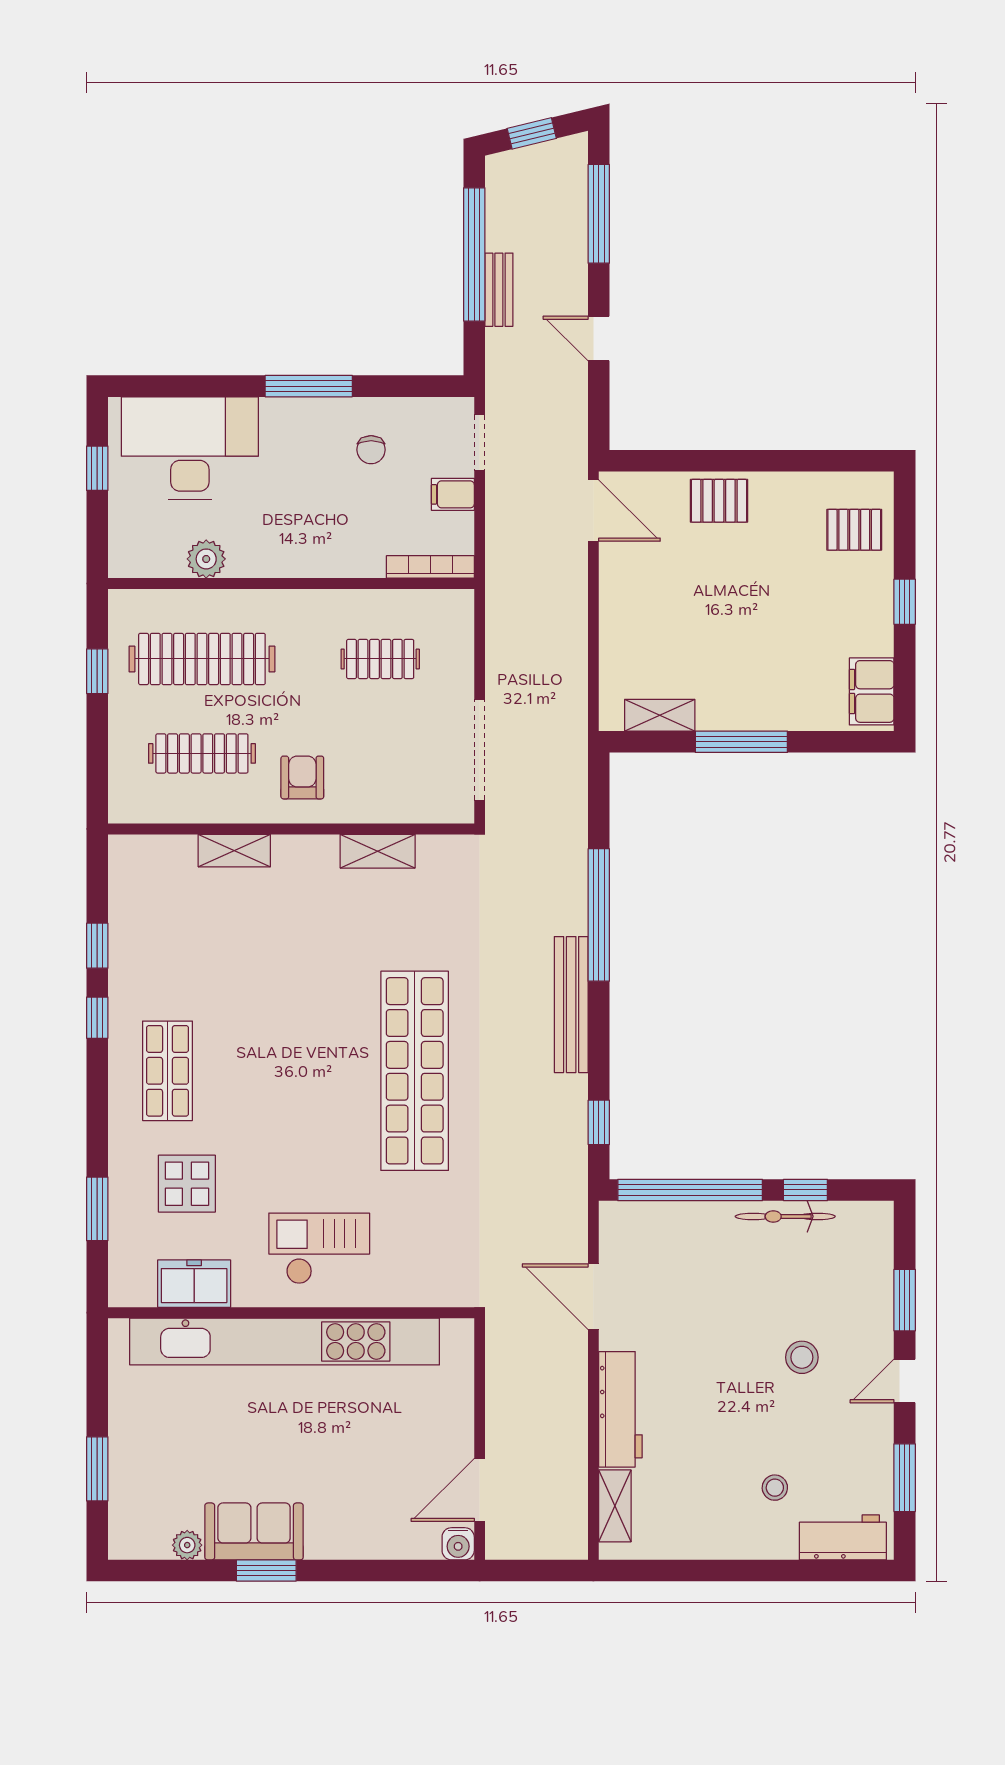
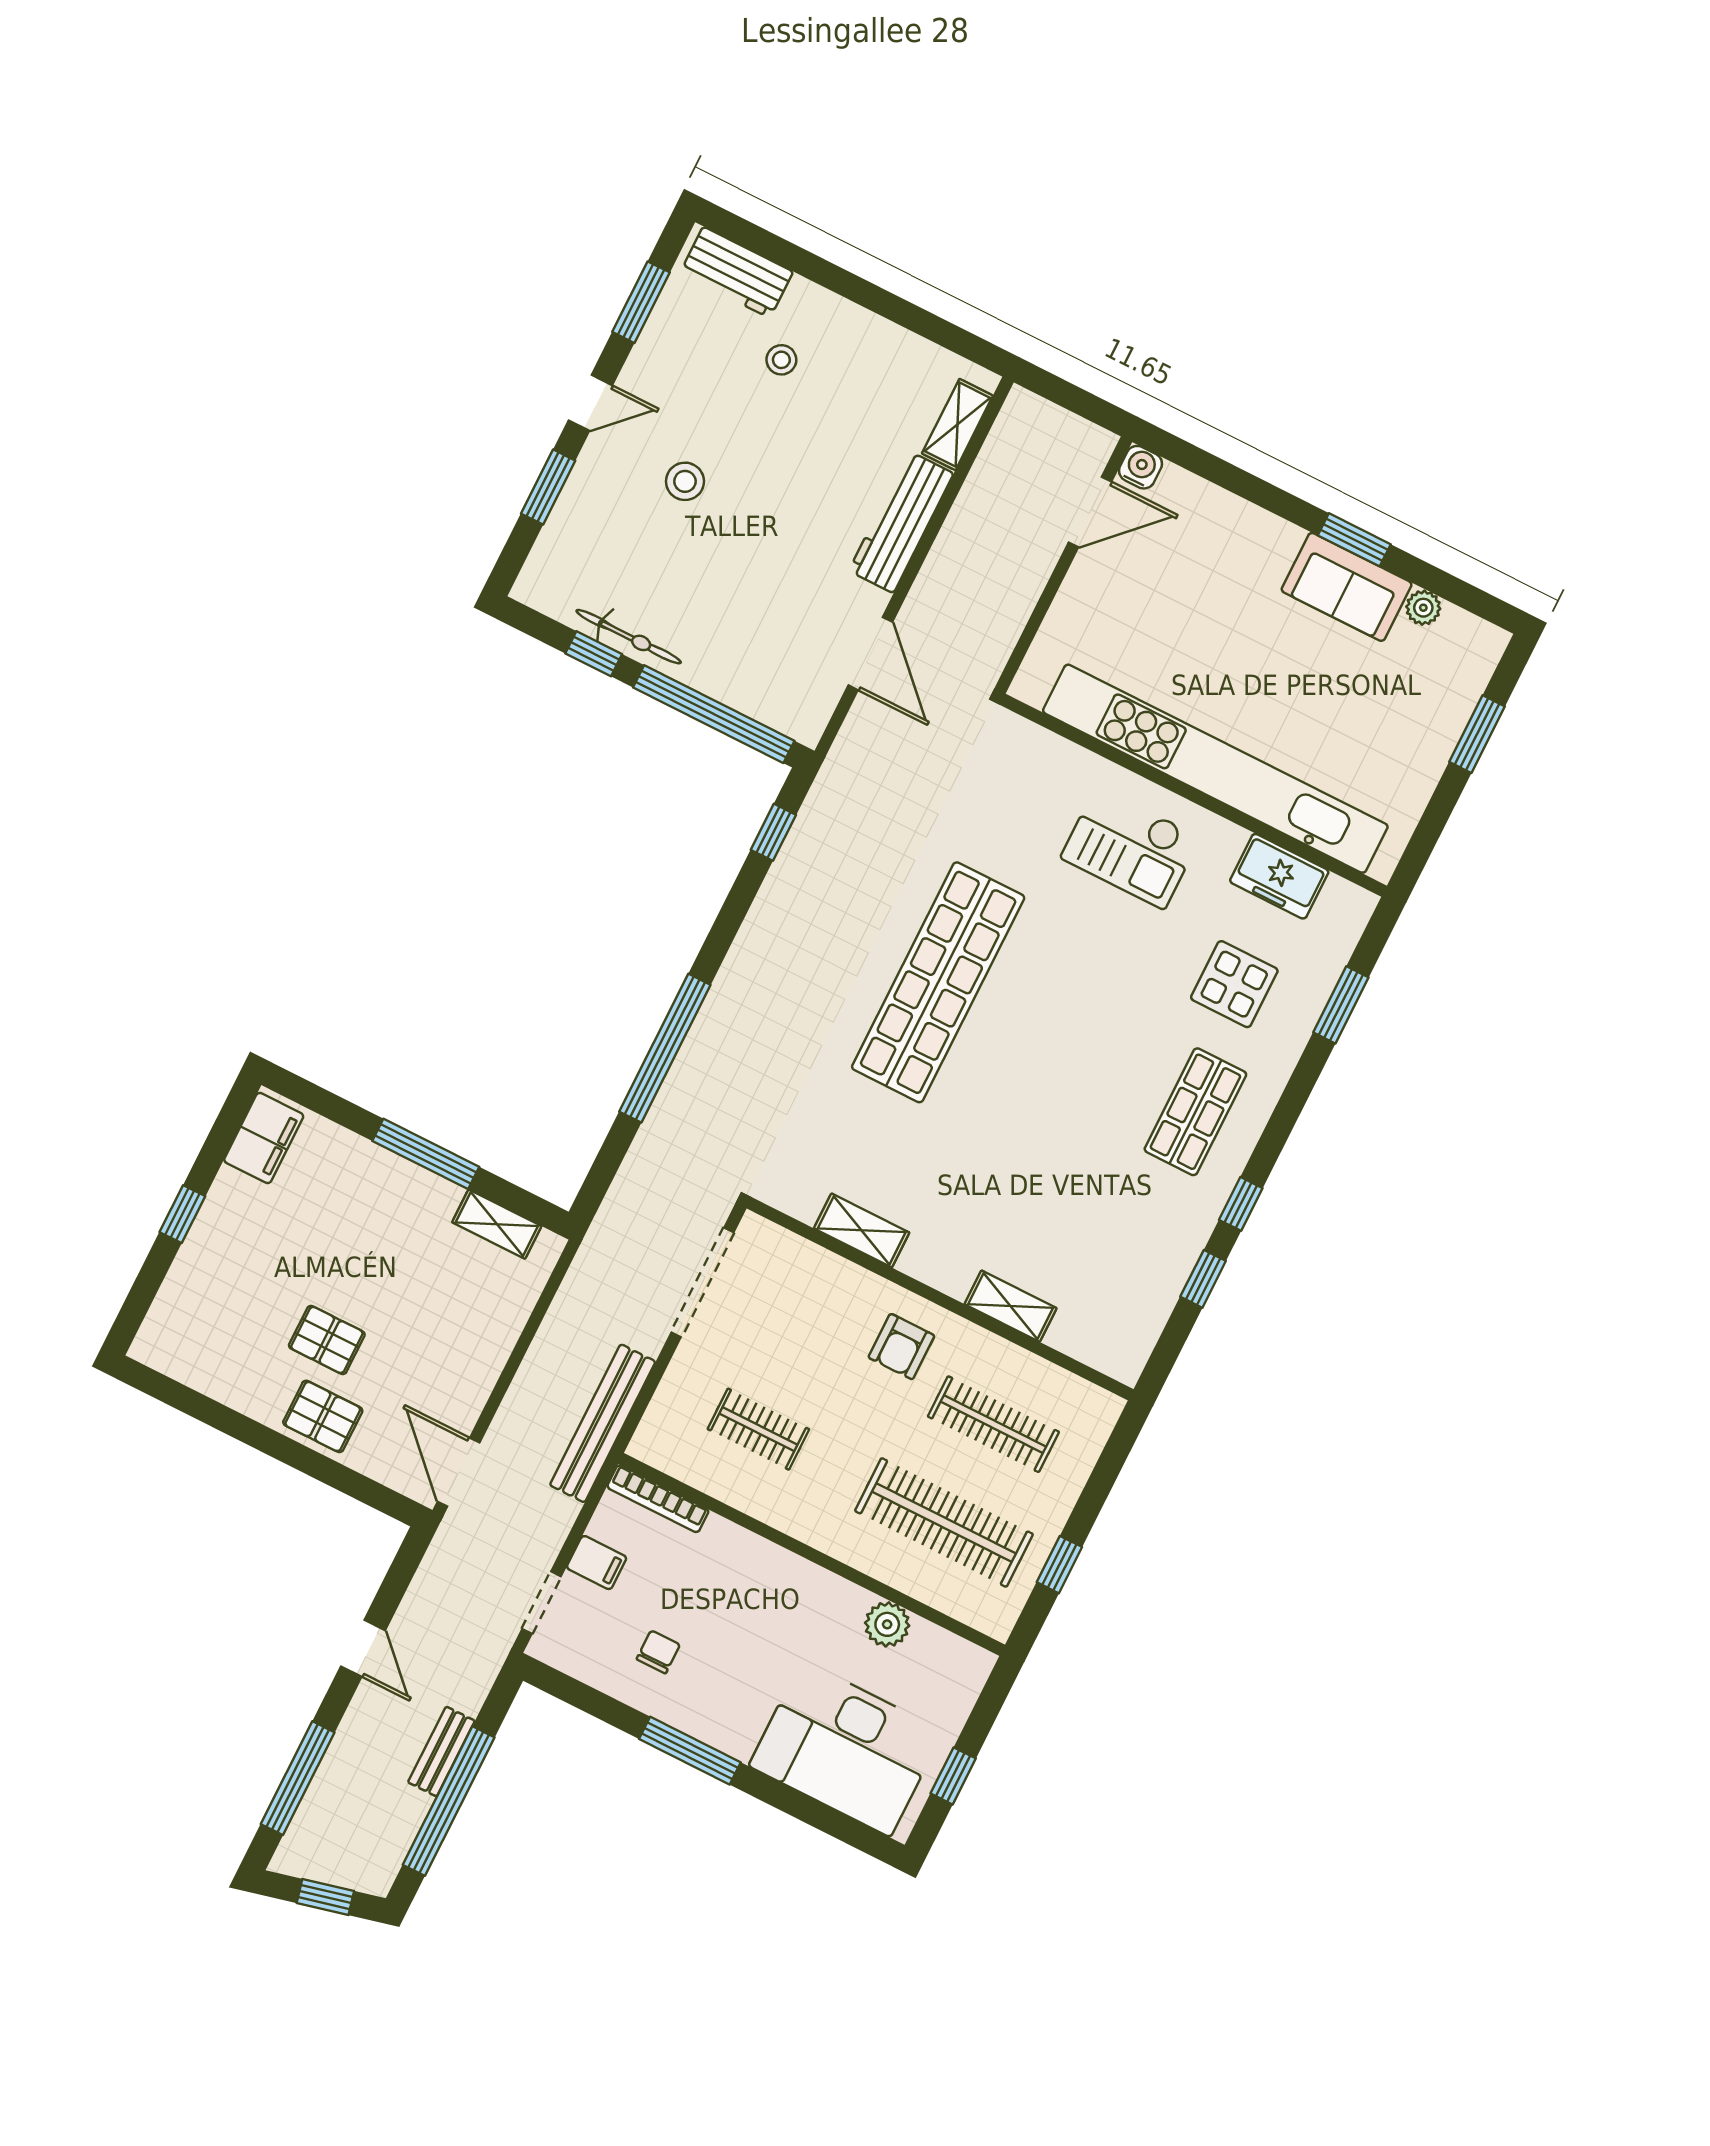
pallet: (854, 530) -> (327, 1340), moved
bench: (571, 1005) -> (603, 1423), moved

